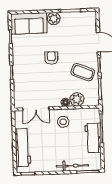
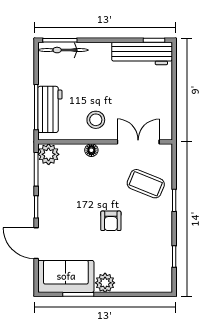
sofa: (29, 23) -> (66, 276), moved
coffee table: (83, 72) -> (146, 184), moved
plant: (77, 99) -> (49, 154), moved
workbench: (93, 138) -> (50, 109), moved
workbench: (23, 148) -> (142, 53), moved, turned -90
bicycle: (72, 166) -> (63, 50), moved

